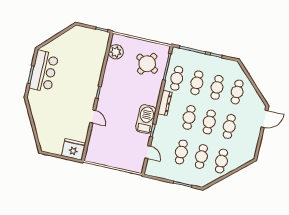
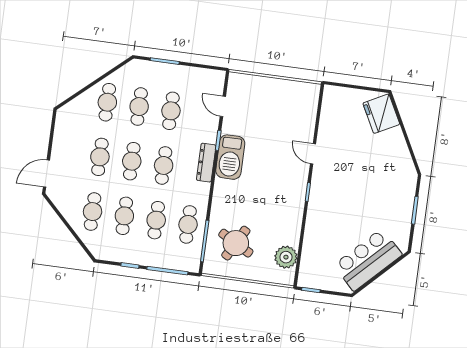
bar counter: (44, 71) -> (368, 260), moved, turned 45
dresser: (165, 103) -> (206, 163), moved
fridge: (74, 149) -> (381, 114), moved, turned 63

